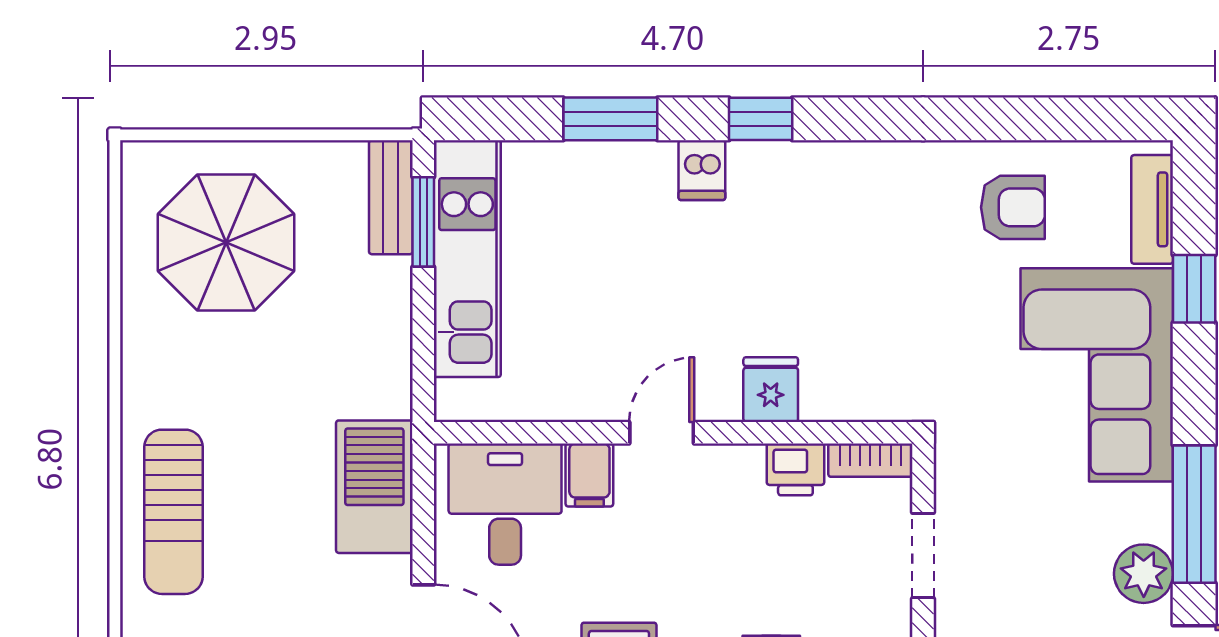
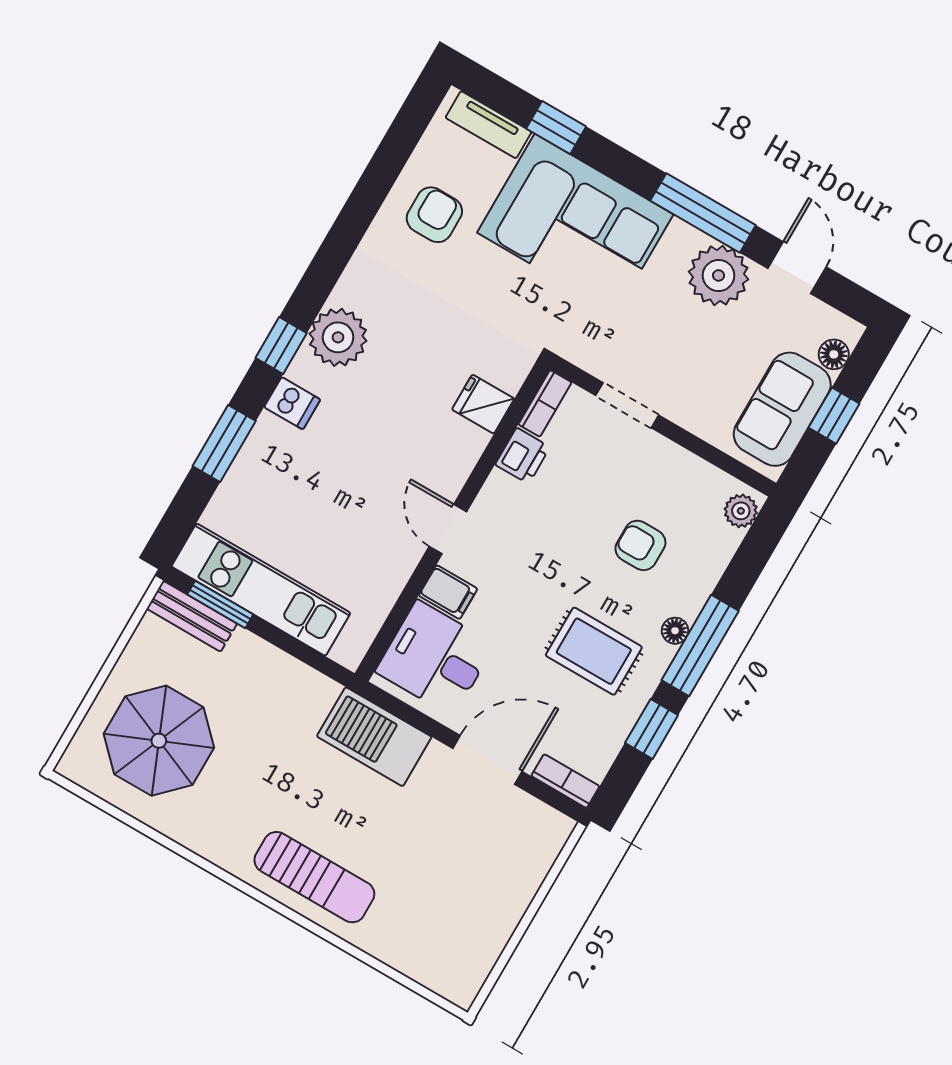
plant: (808, 179) -> (338, 337), added
fridge: (771, 390) -> (483, 404), moved
plant: (1144, 574) -> (719, 275), width x1.36, depth x1.36

